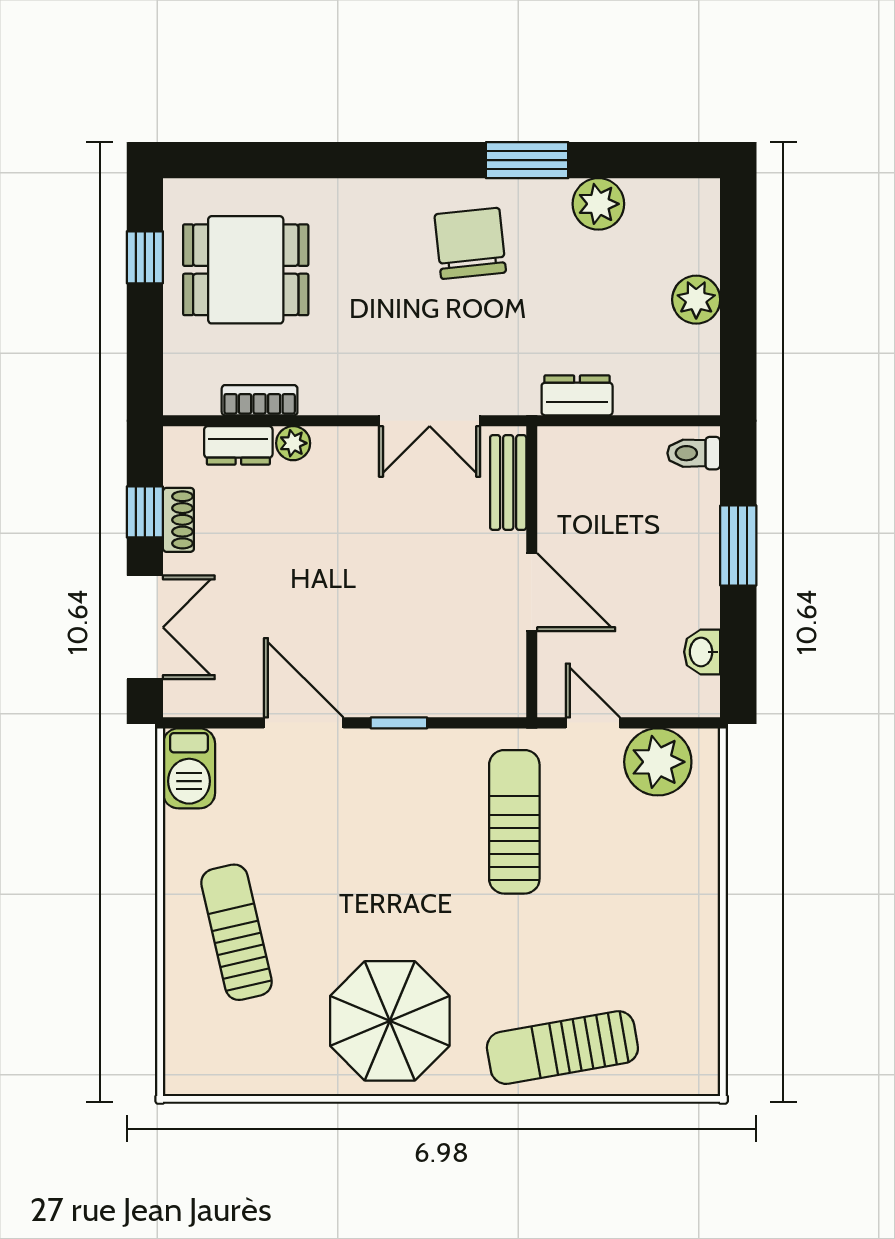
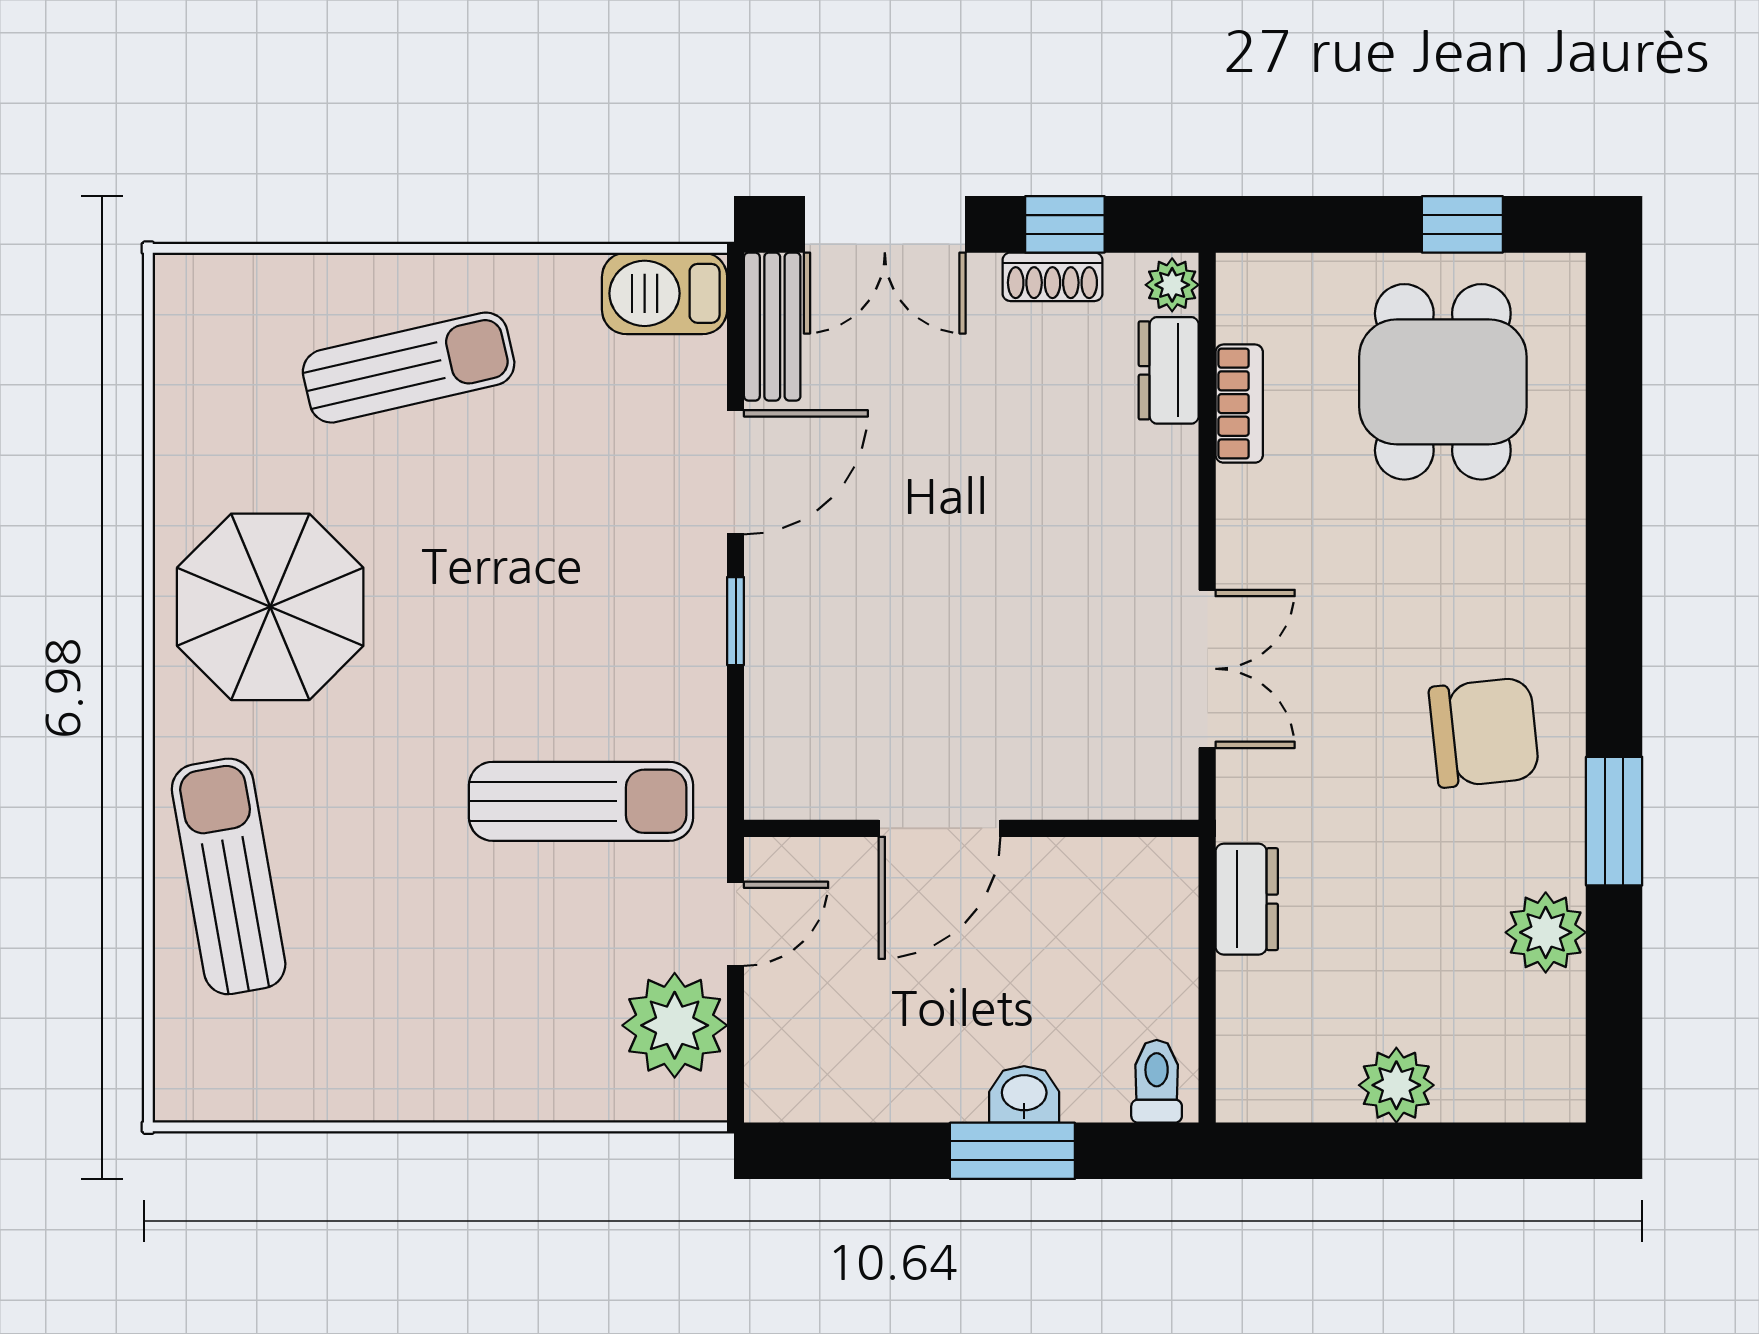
double door: (430, 421) -> (1207, 669), swing flipped
plant: (293, 443) -> (1172, 285), moved
bench: (508, 482) -> (772, 327), moved, turned 90
washbasin: (702, 652) -> (1024, 1094), moved

